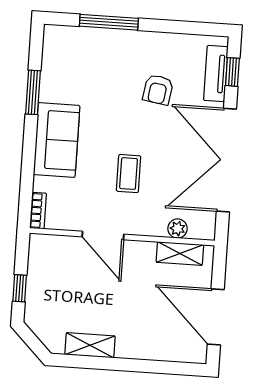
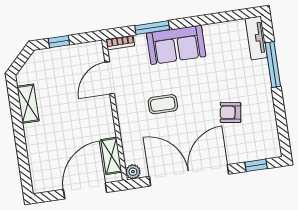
tv unit: (216, 74) -> (256, 38), moved, turned -90
window: (33, 92) -> (152, 28), moved
plant: (178, 229) -> (133, 172), moved
door: (103, 235) -> (110, 78), moved
door: (216, 317) -> (85, 191), moved

